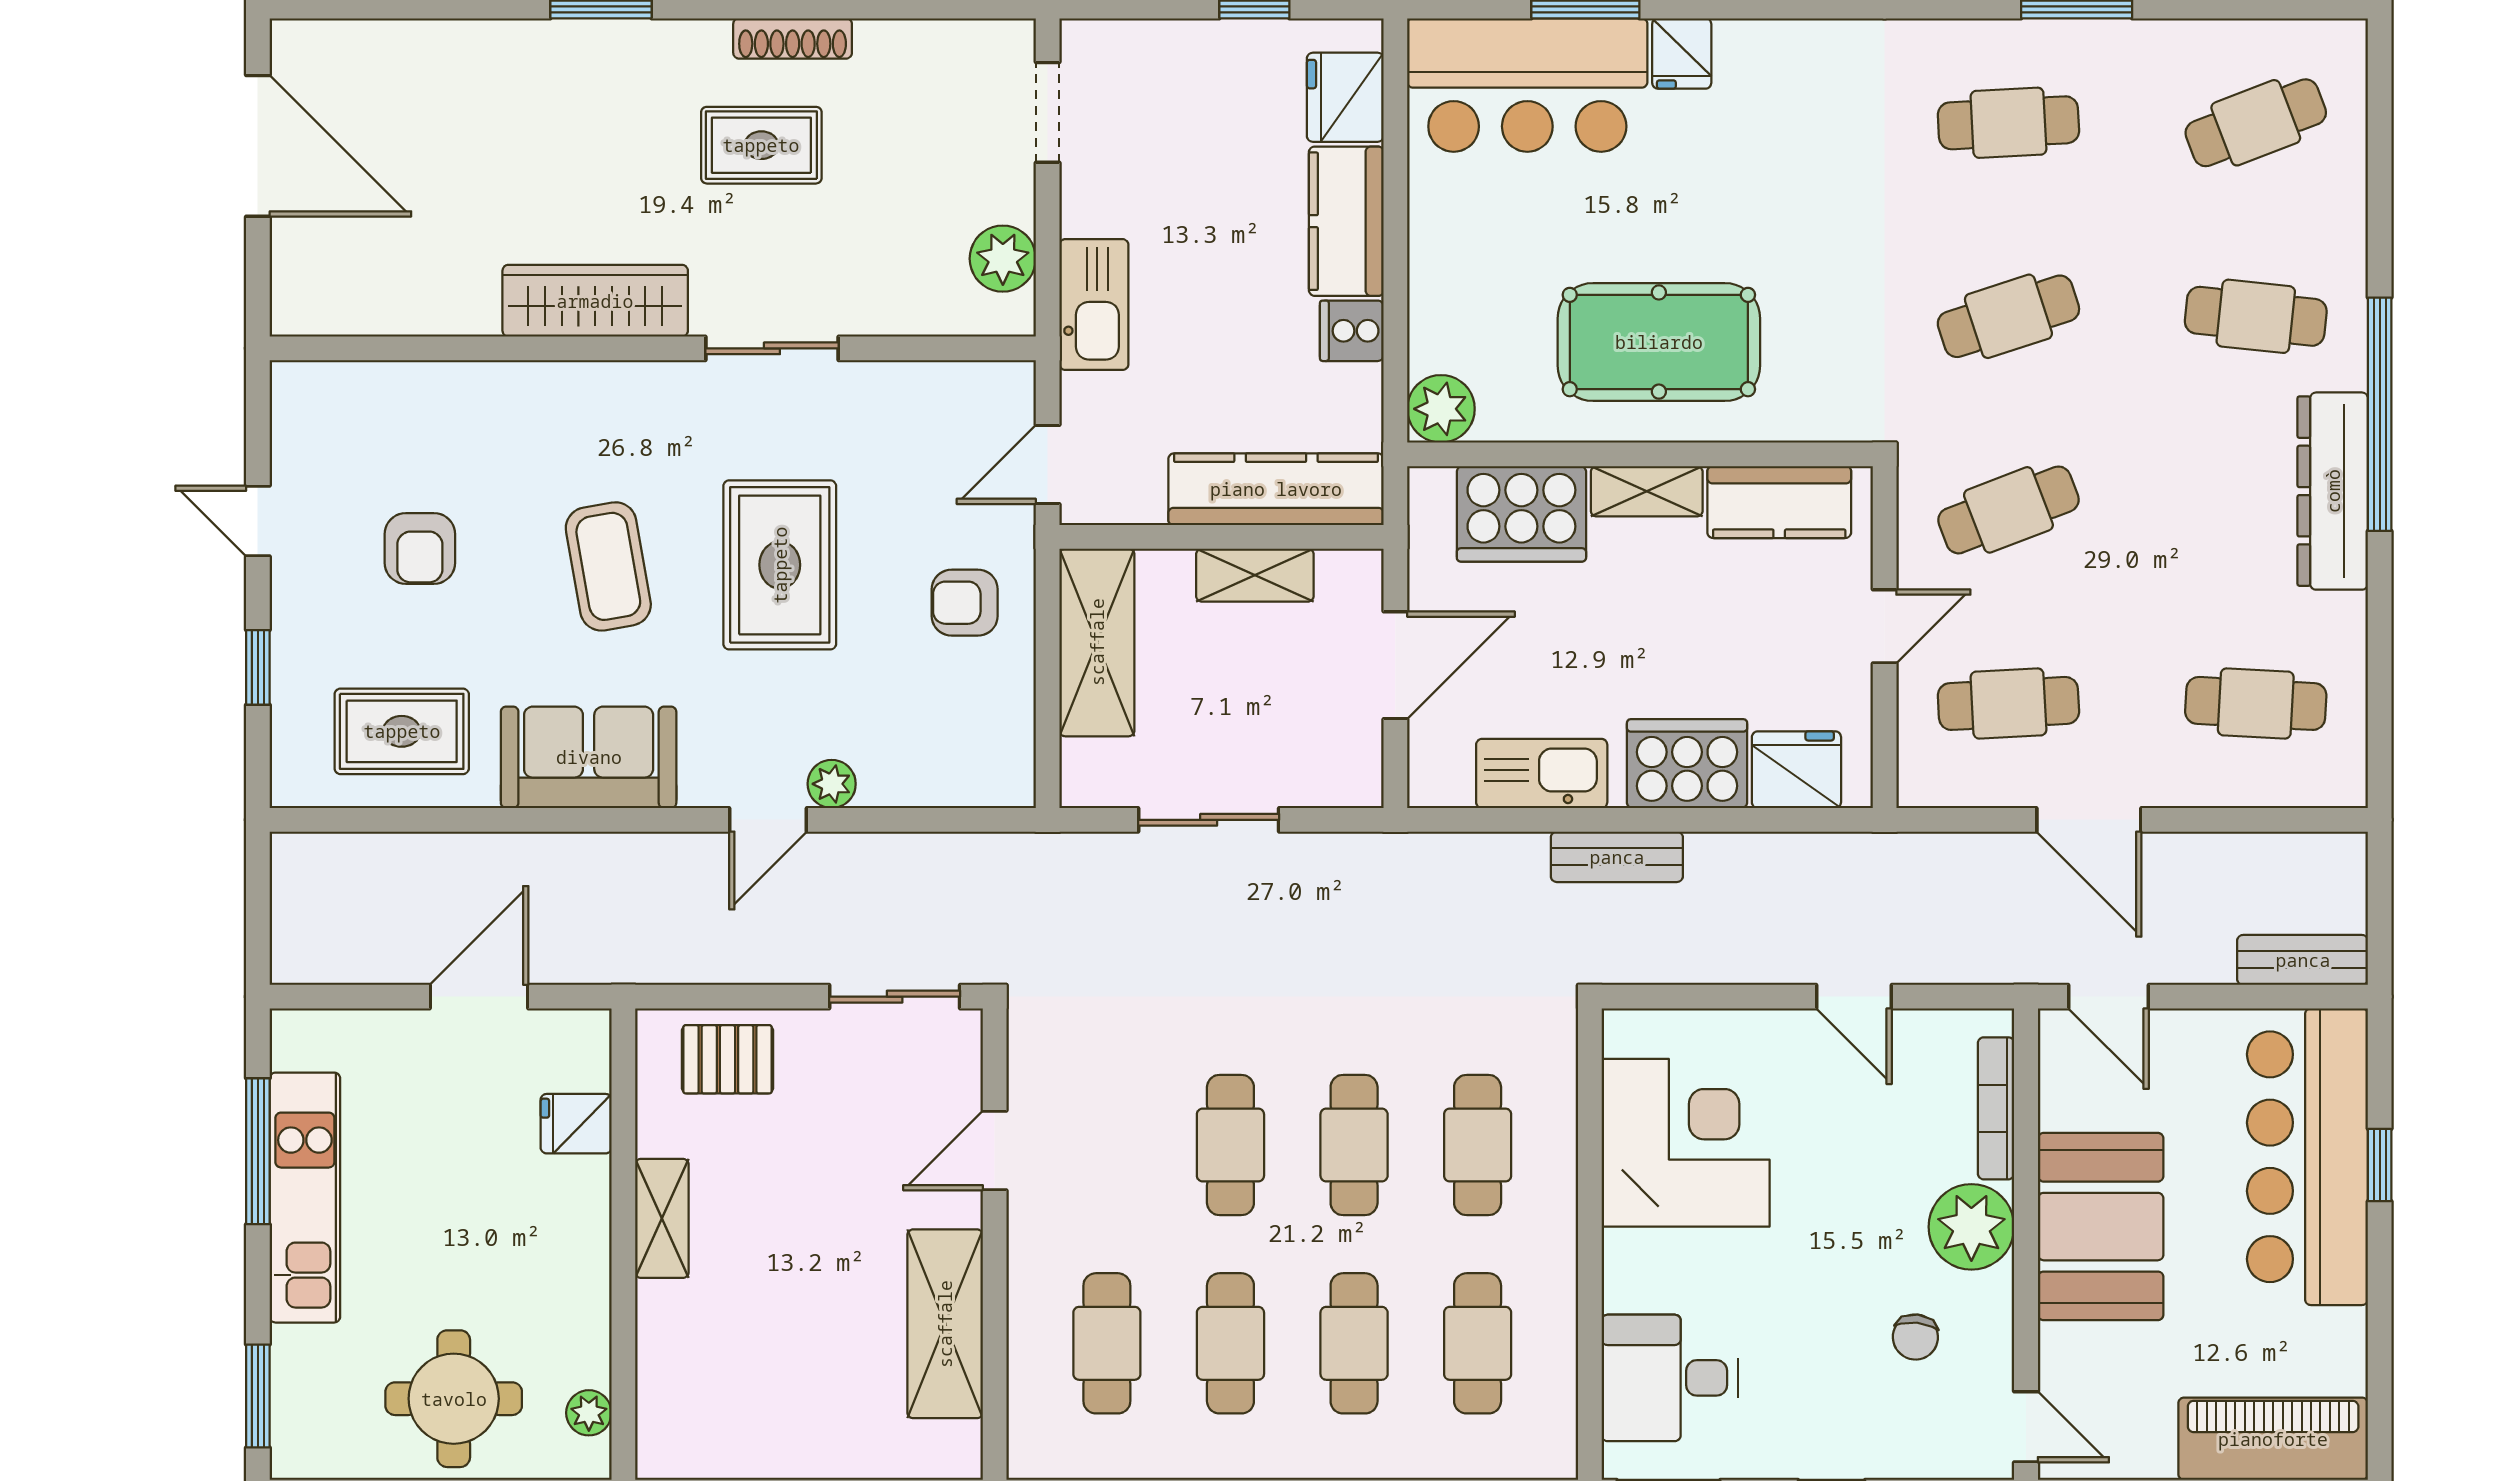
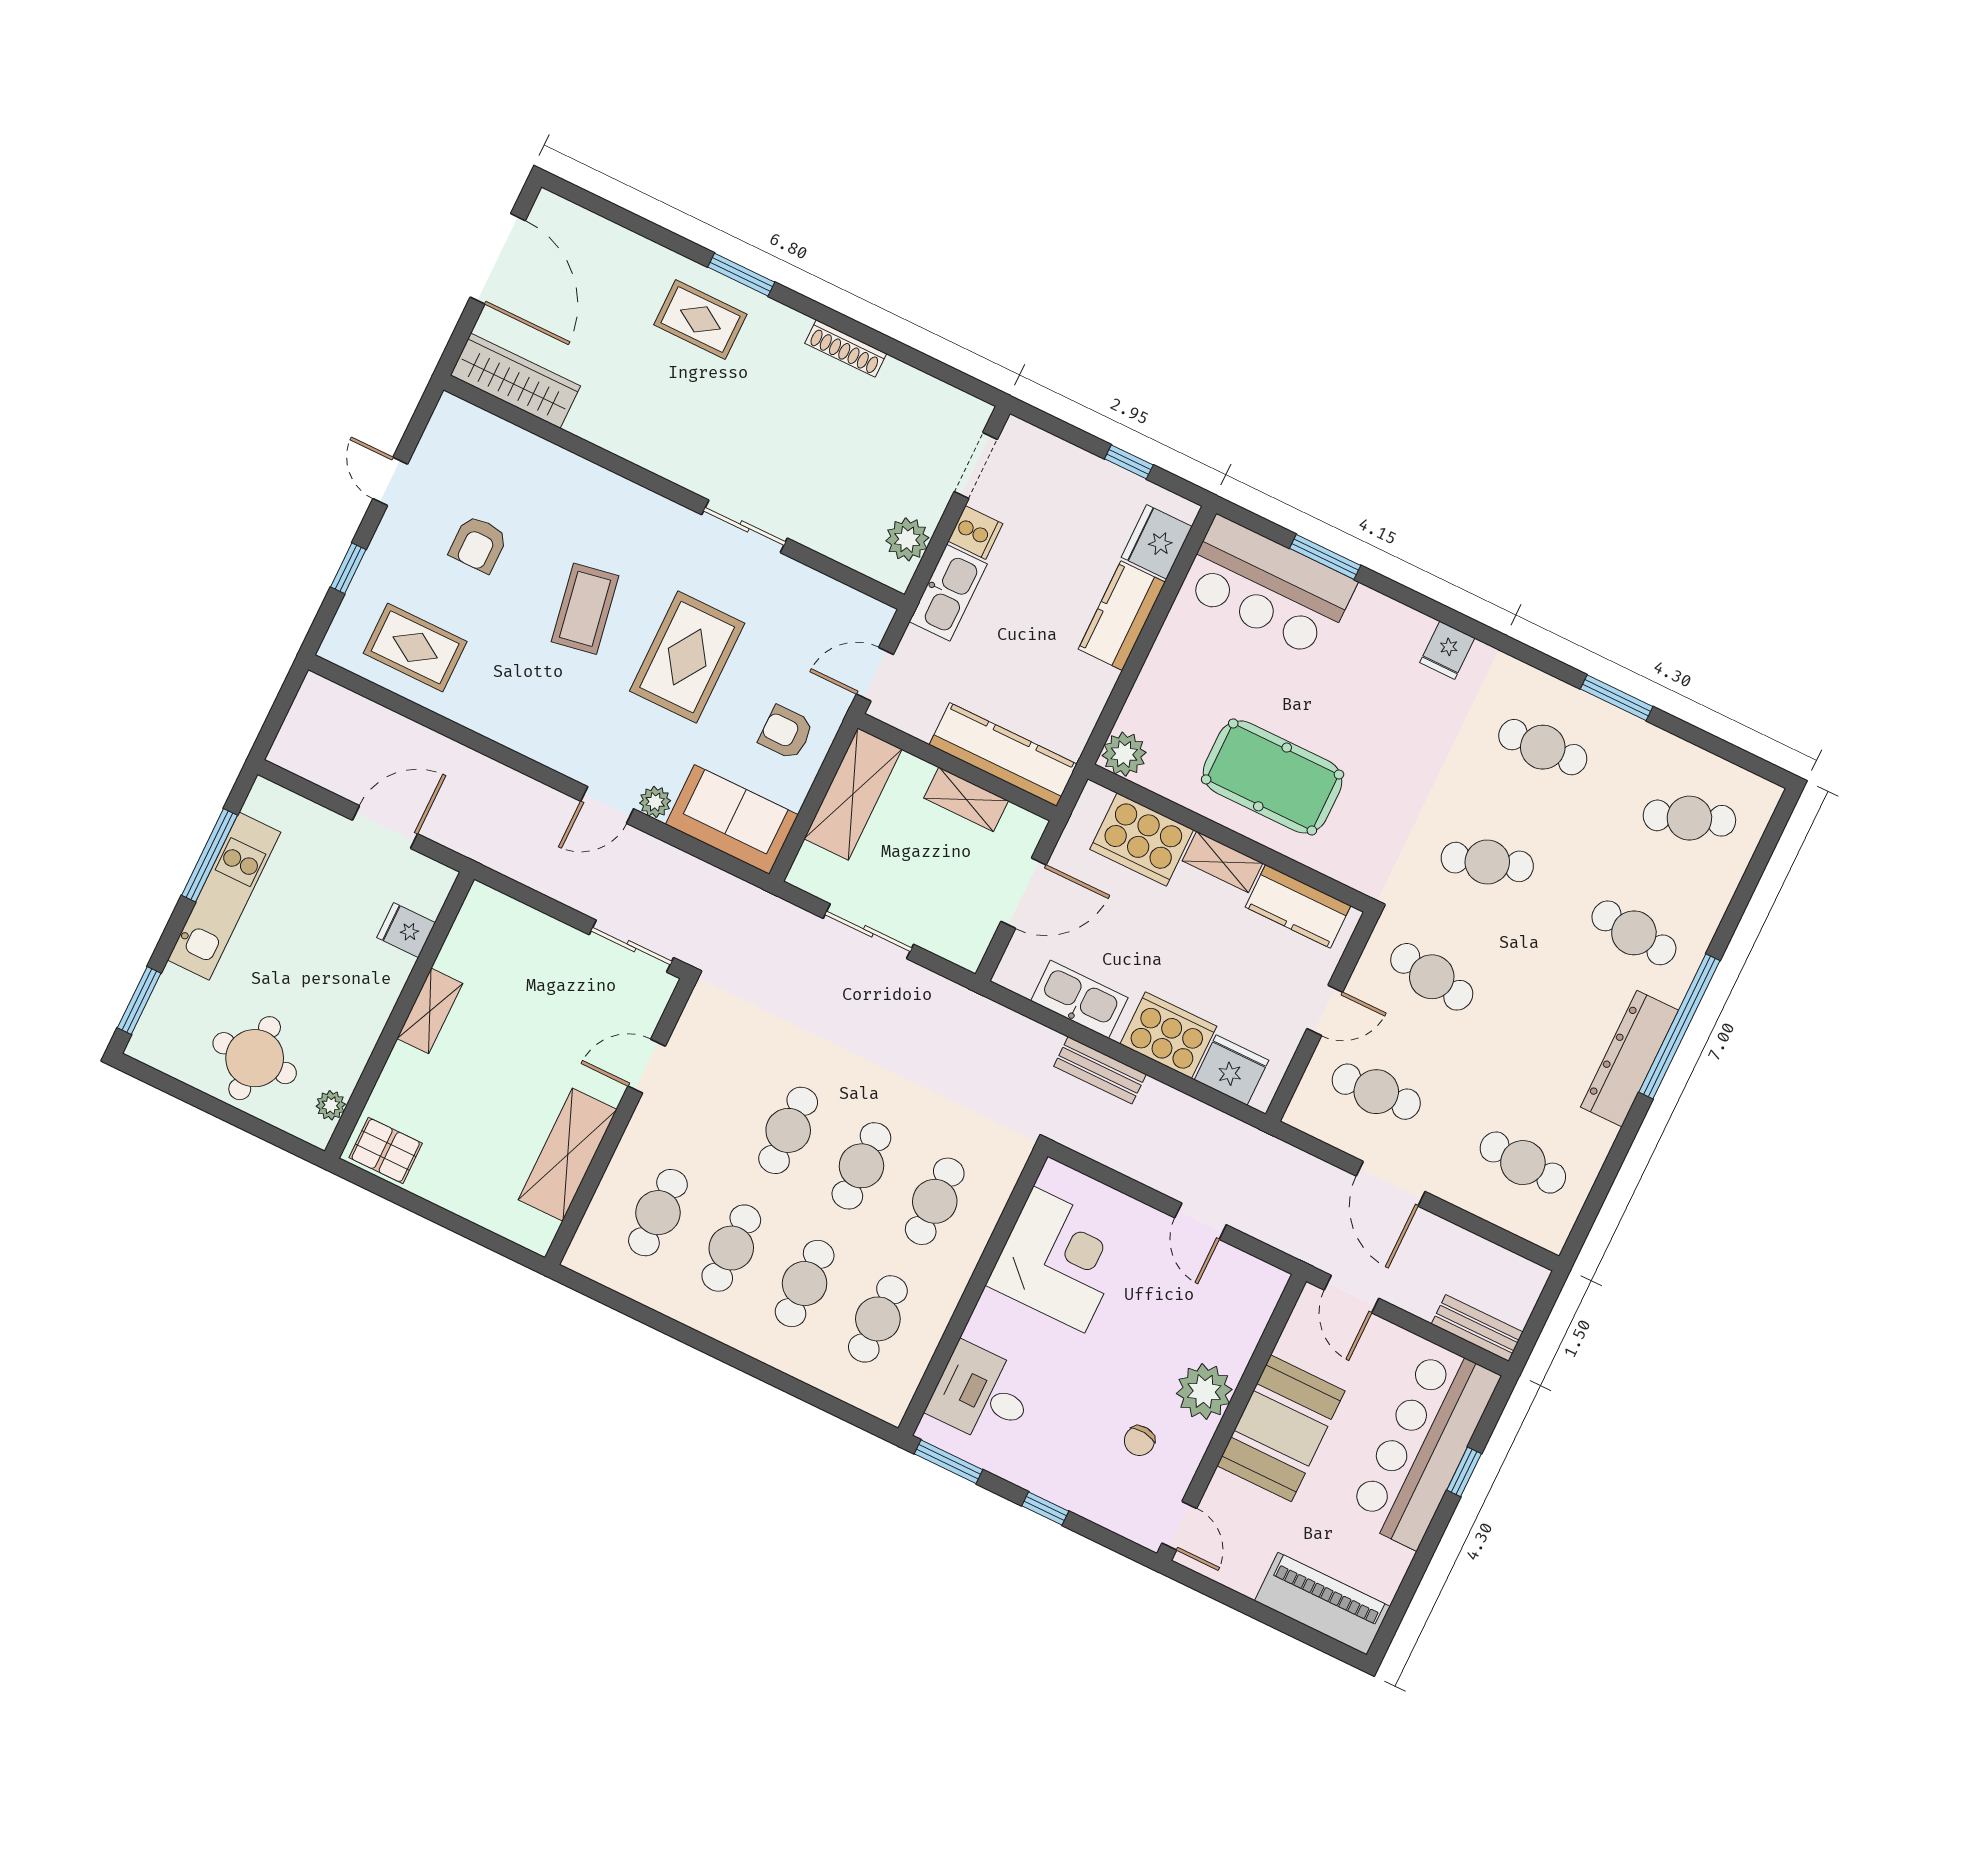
fridge: (1682, 53) -> (1447, 650), moved
rug: (761, 145) -> (700, 319), moved
wardrobe: (595, 301) -> (515, 381), moved
cooker: (1352, 331) -> (975, 532), moved, turned 180
cafe table: (2008, 510) -> (1432, 977), turned 30
sofa: (589, 757) -> (732, 819), moved
pallet: (728, 1059) -> (386, 1150), moved
bookcase: (1996, 1108) -> (1253, 1328), removed

